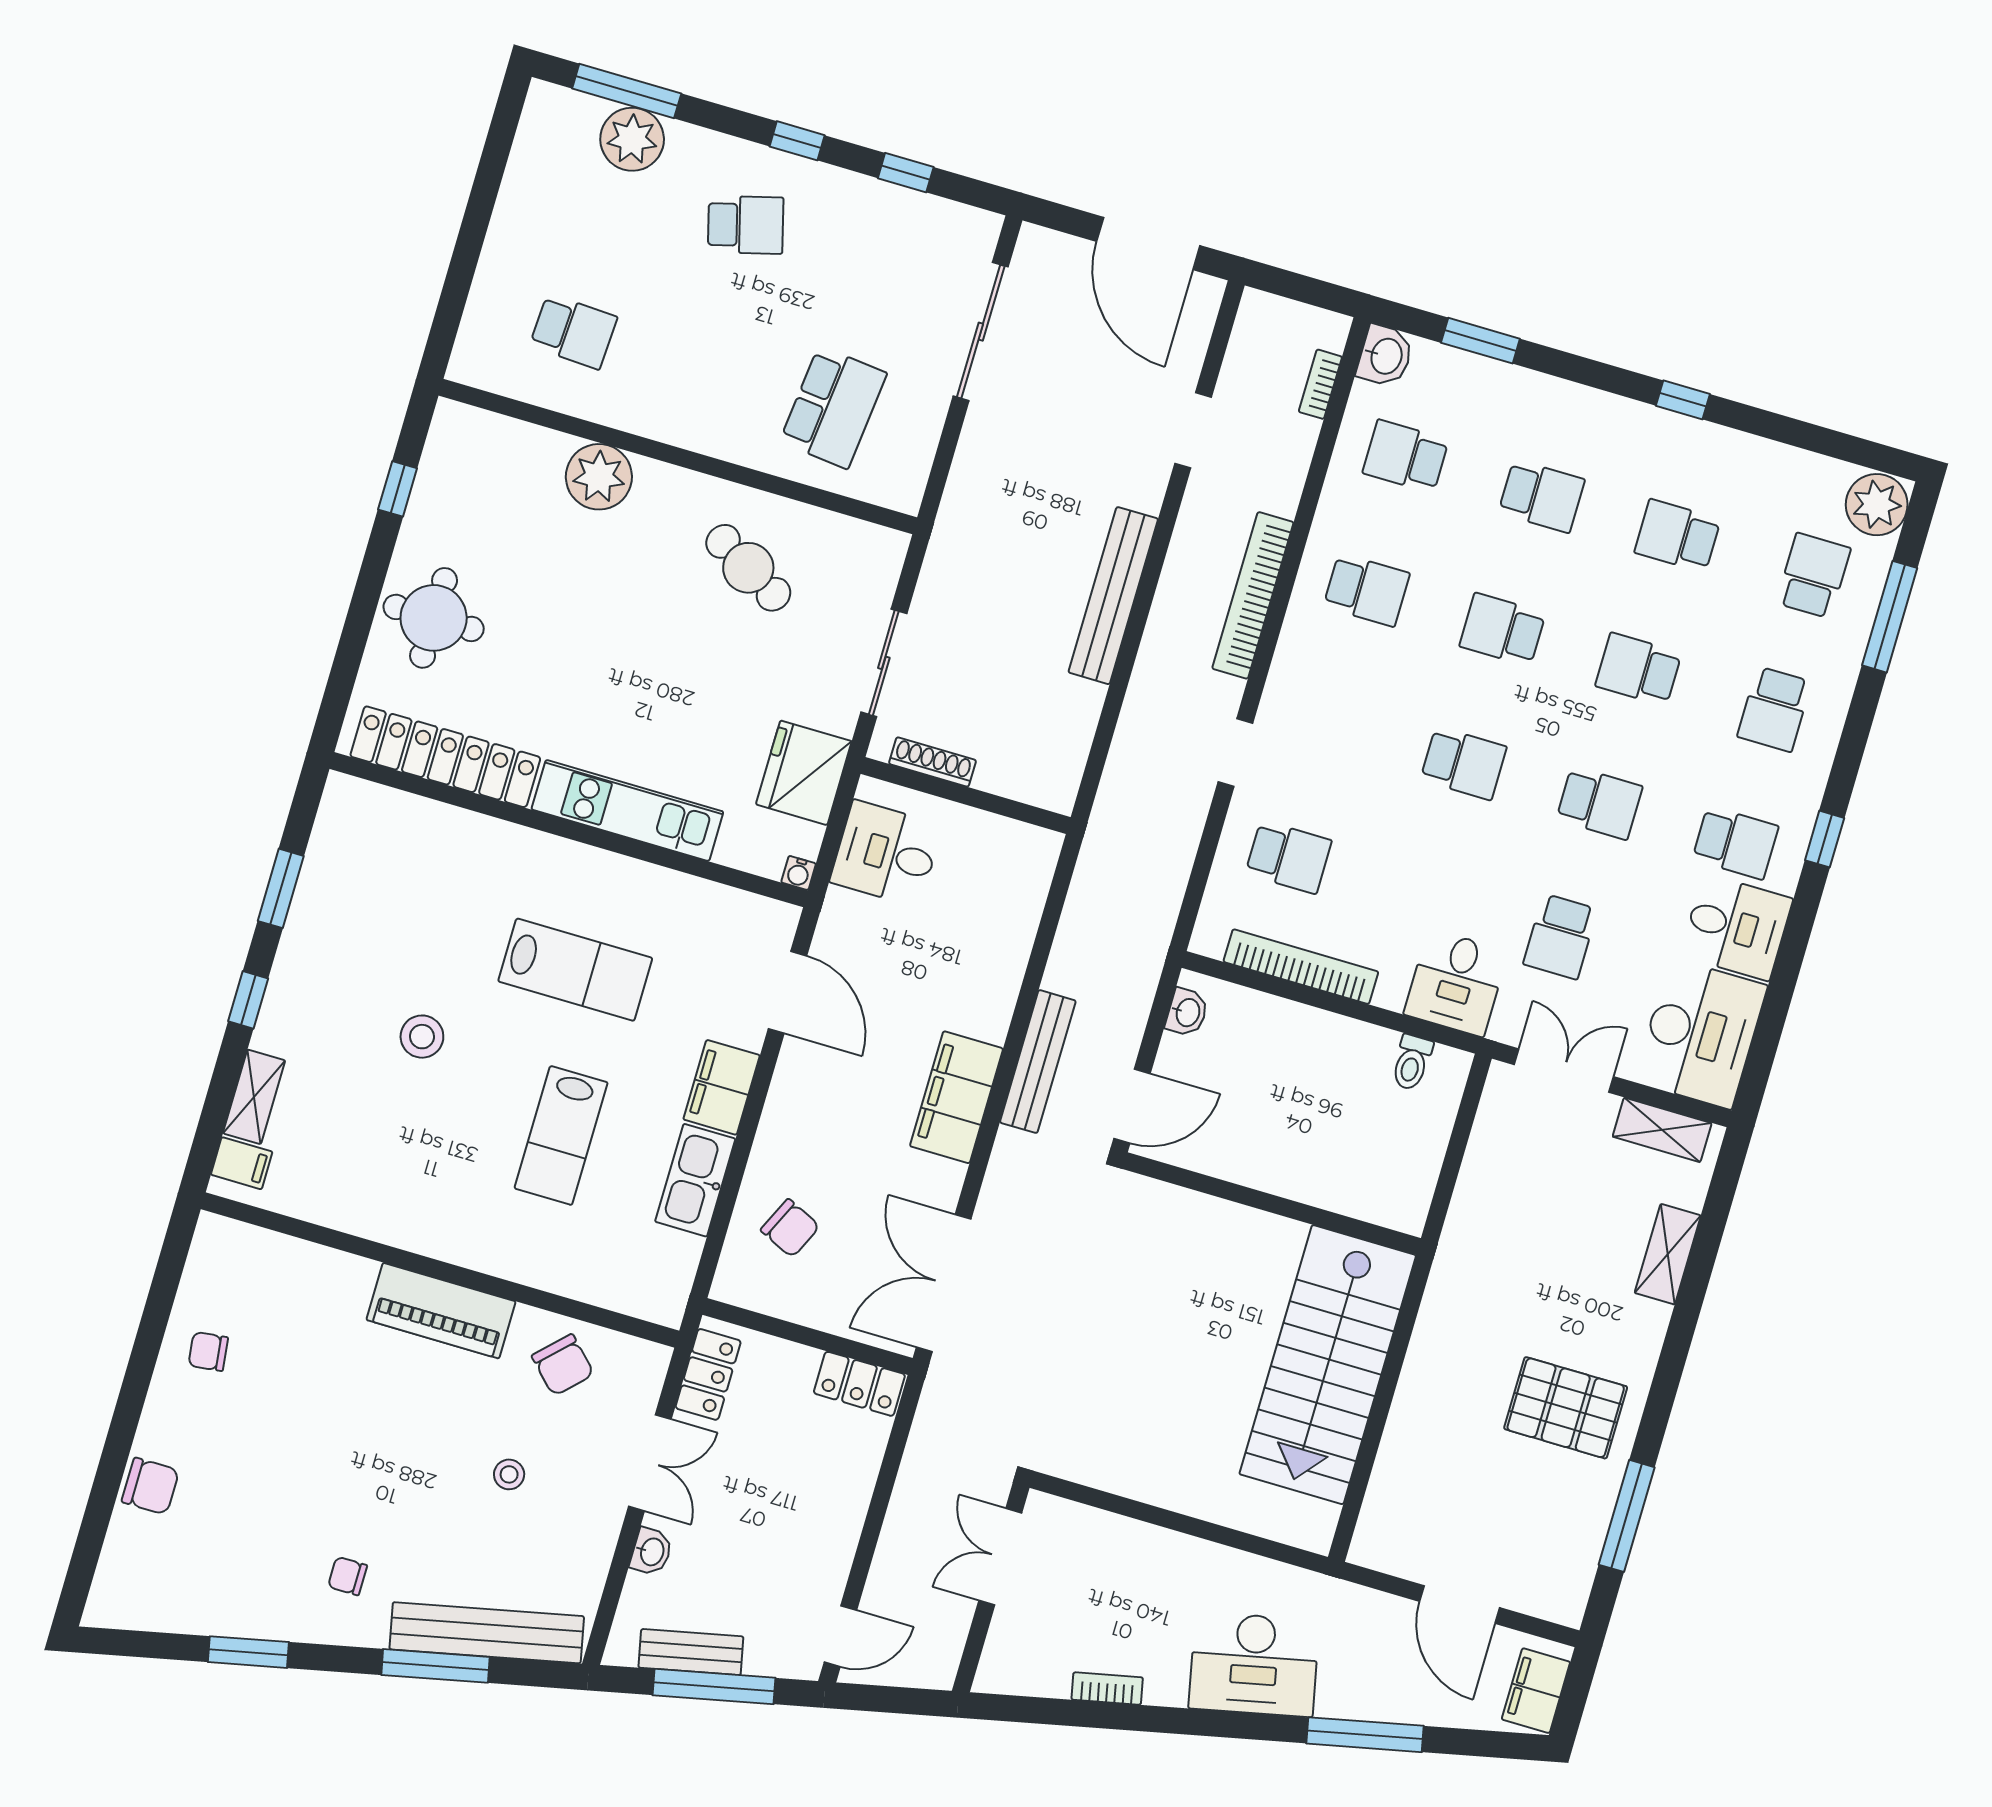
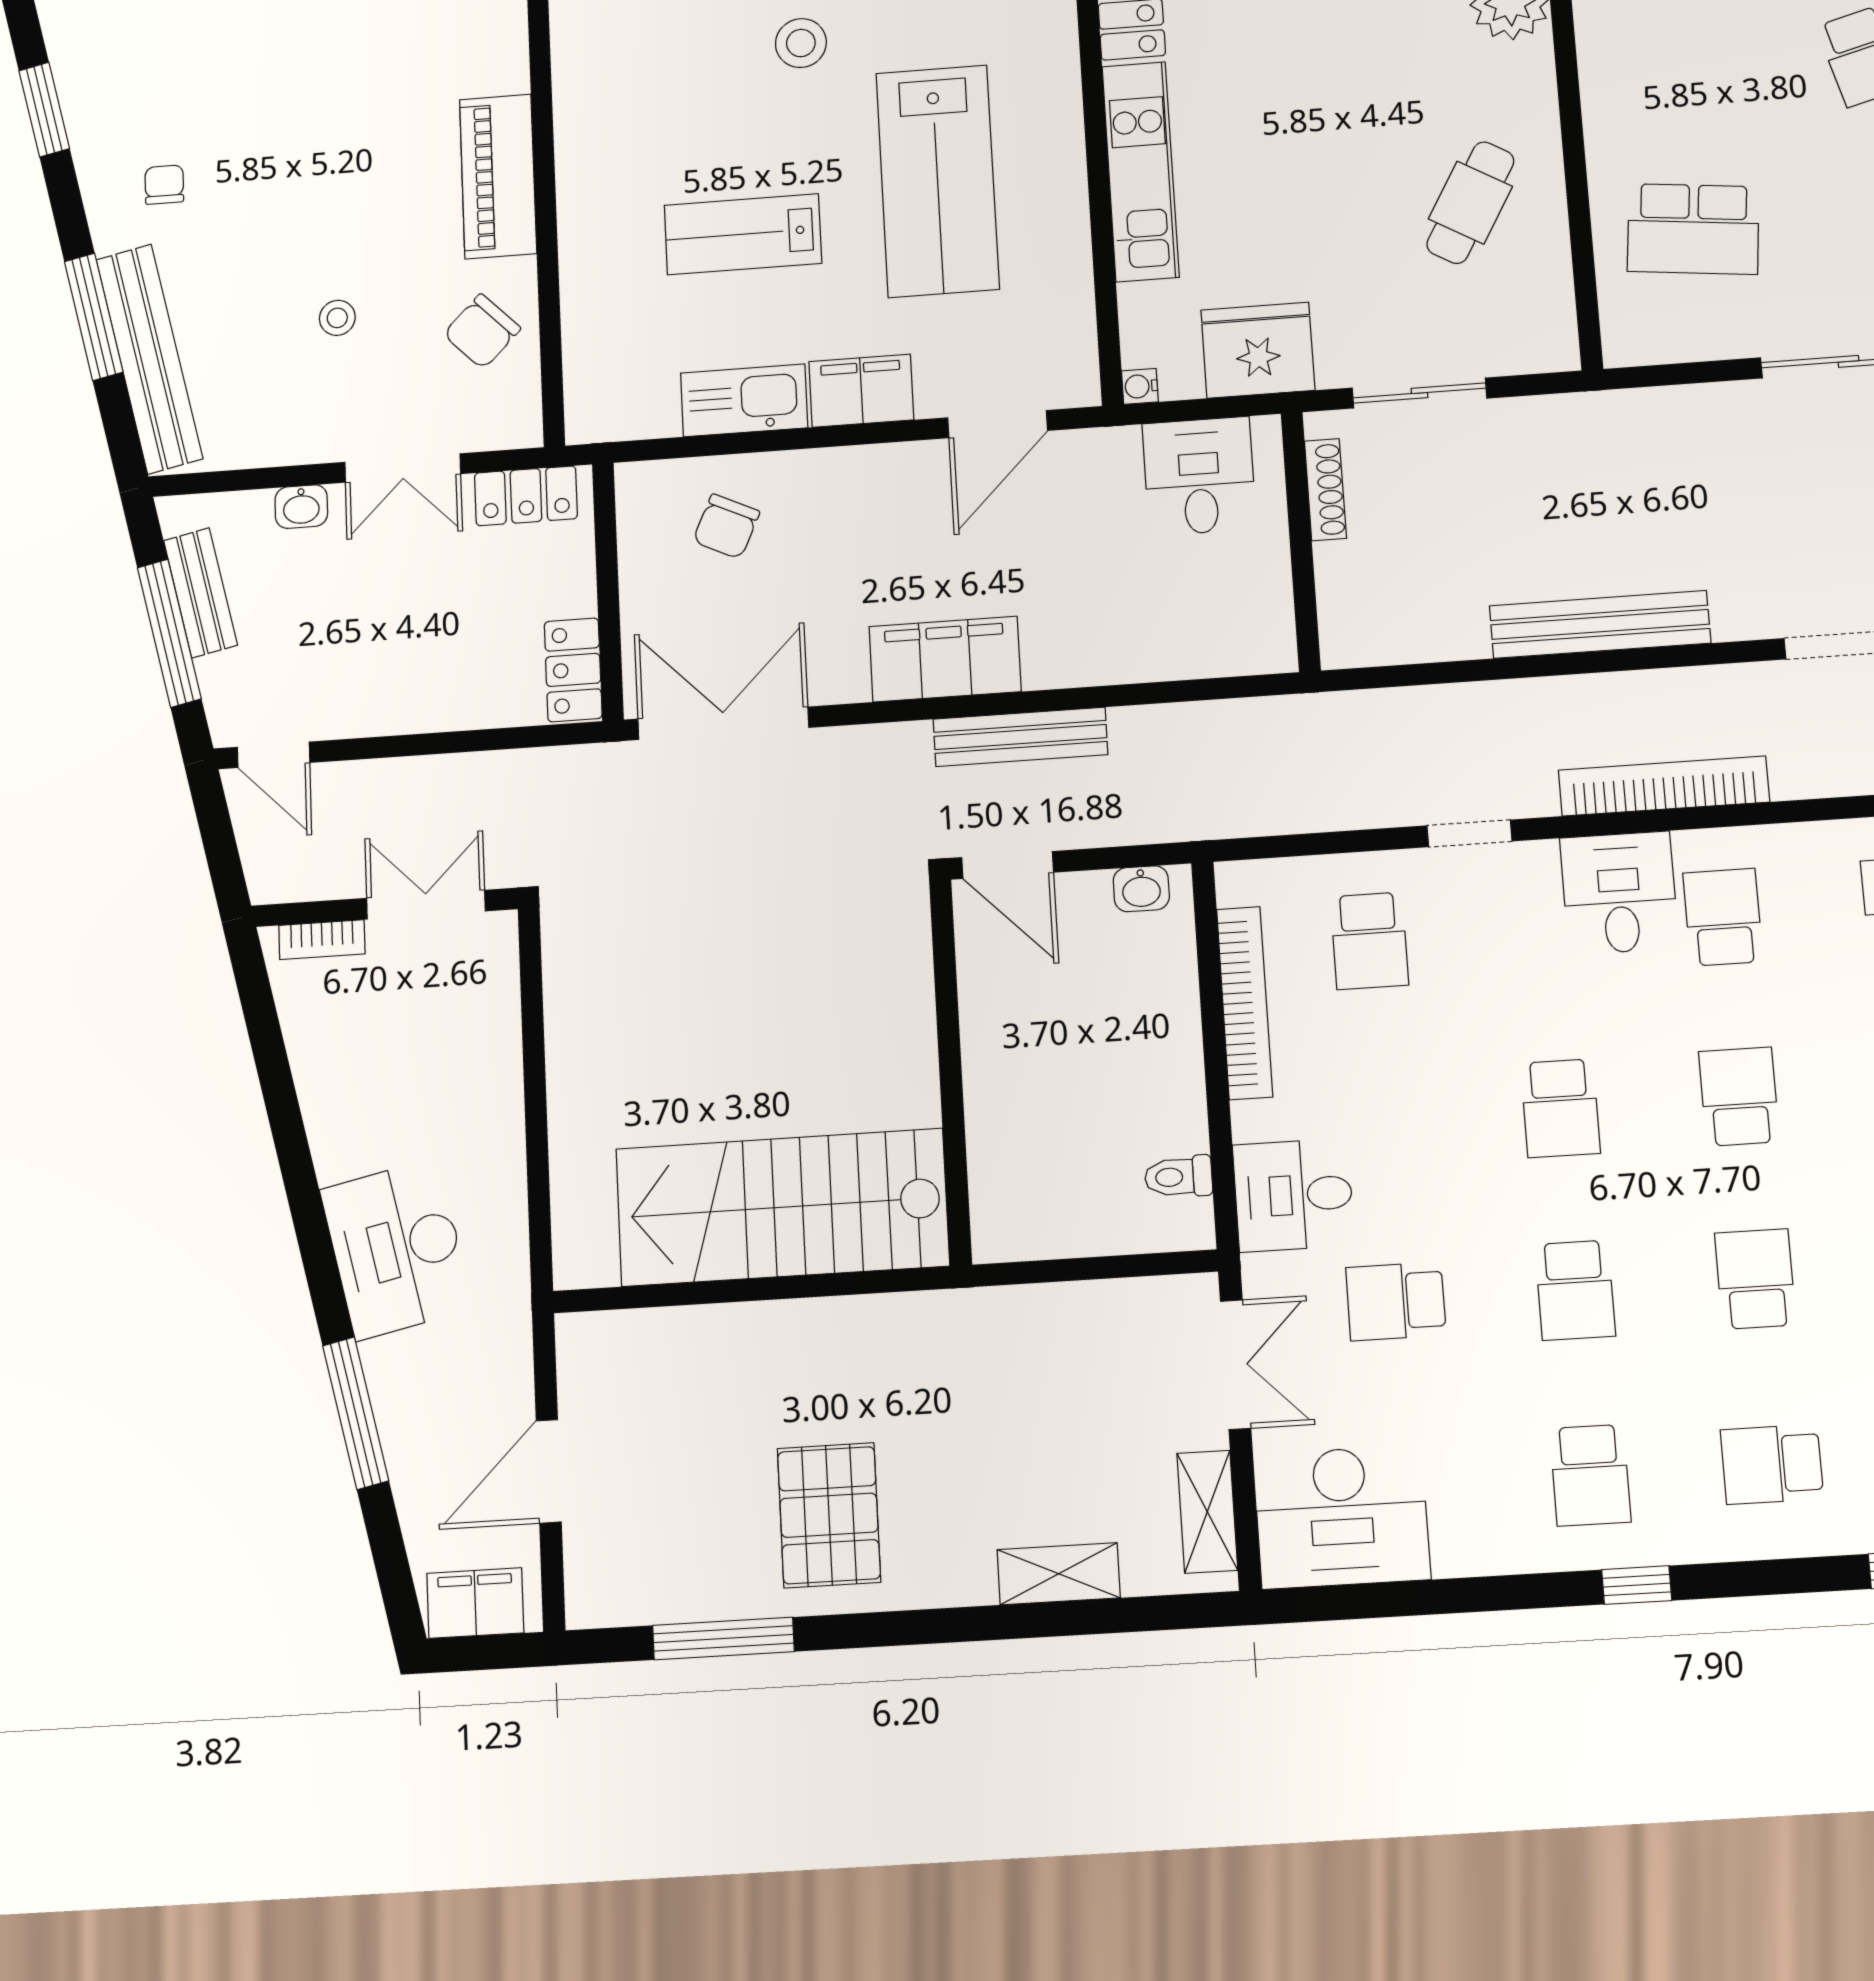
school desk: (1367, 590) -> (1723, 917), turned 180
desk: (1736, 927) -> (1619, 893), moved, turned 180
lab bench: (575, 970) -> (938, 181), width x1.36, depth x1.39
bookcase: (1107, 1689) -> (322, 940), moved, turned 102

